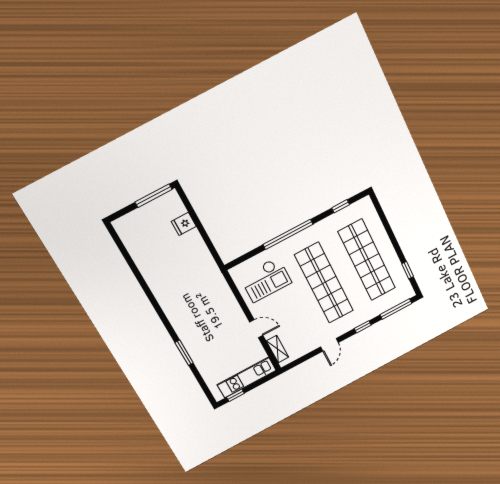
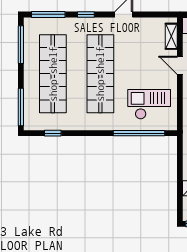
window: (382, 215) -> (21, 107), added
window: (288, 234) -> (139, 133), moved
window: (408, 270) -> (21, 45), width x2.17

